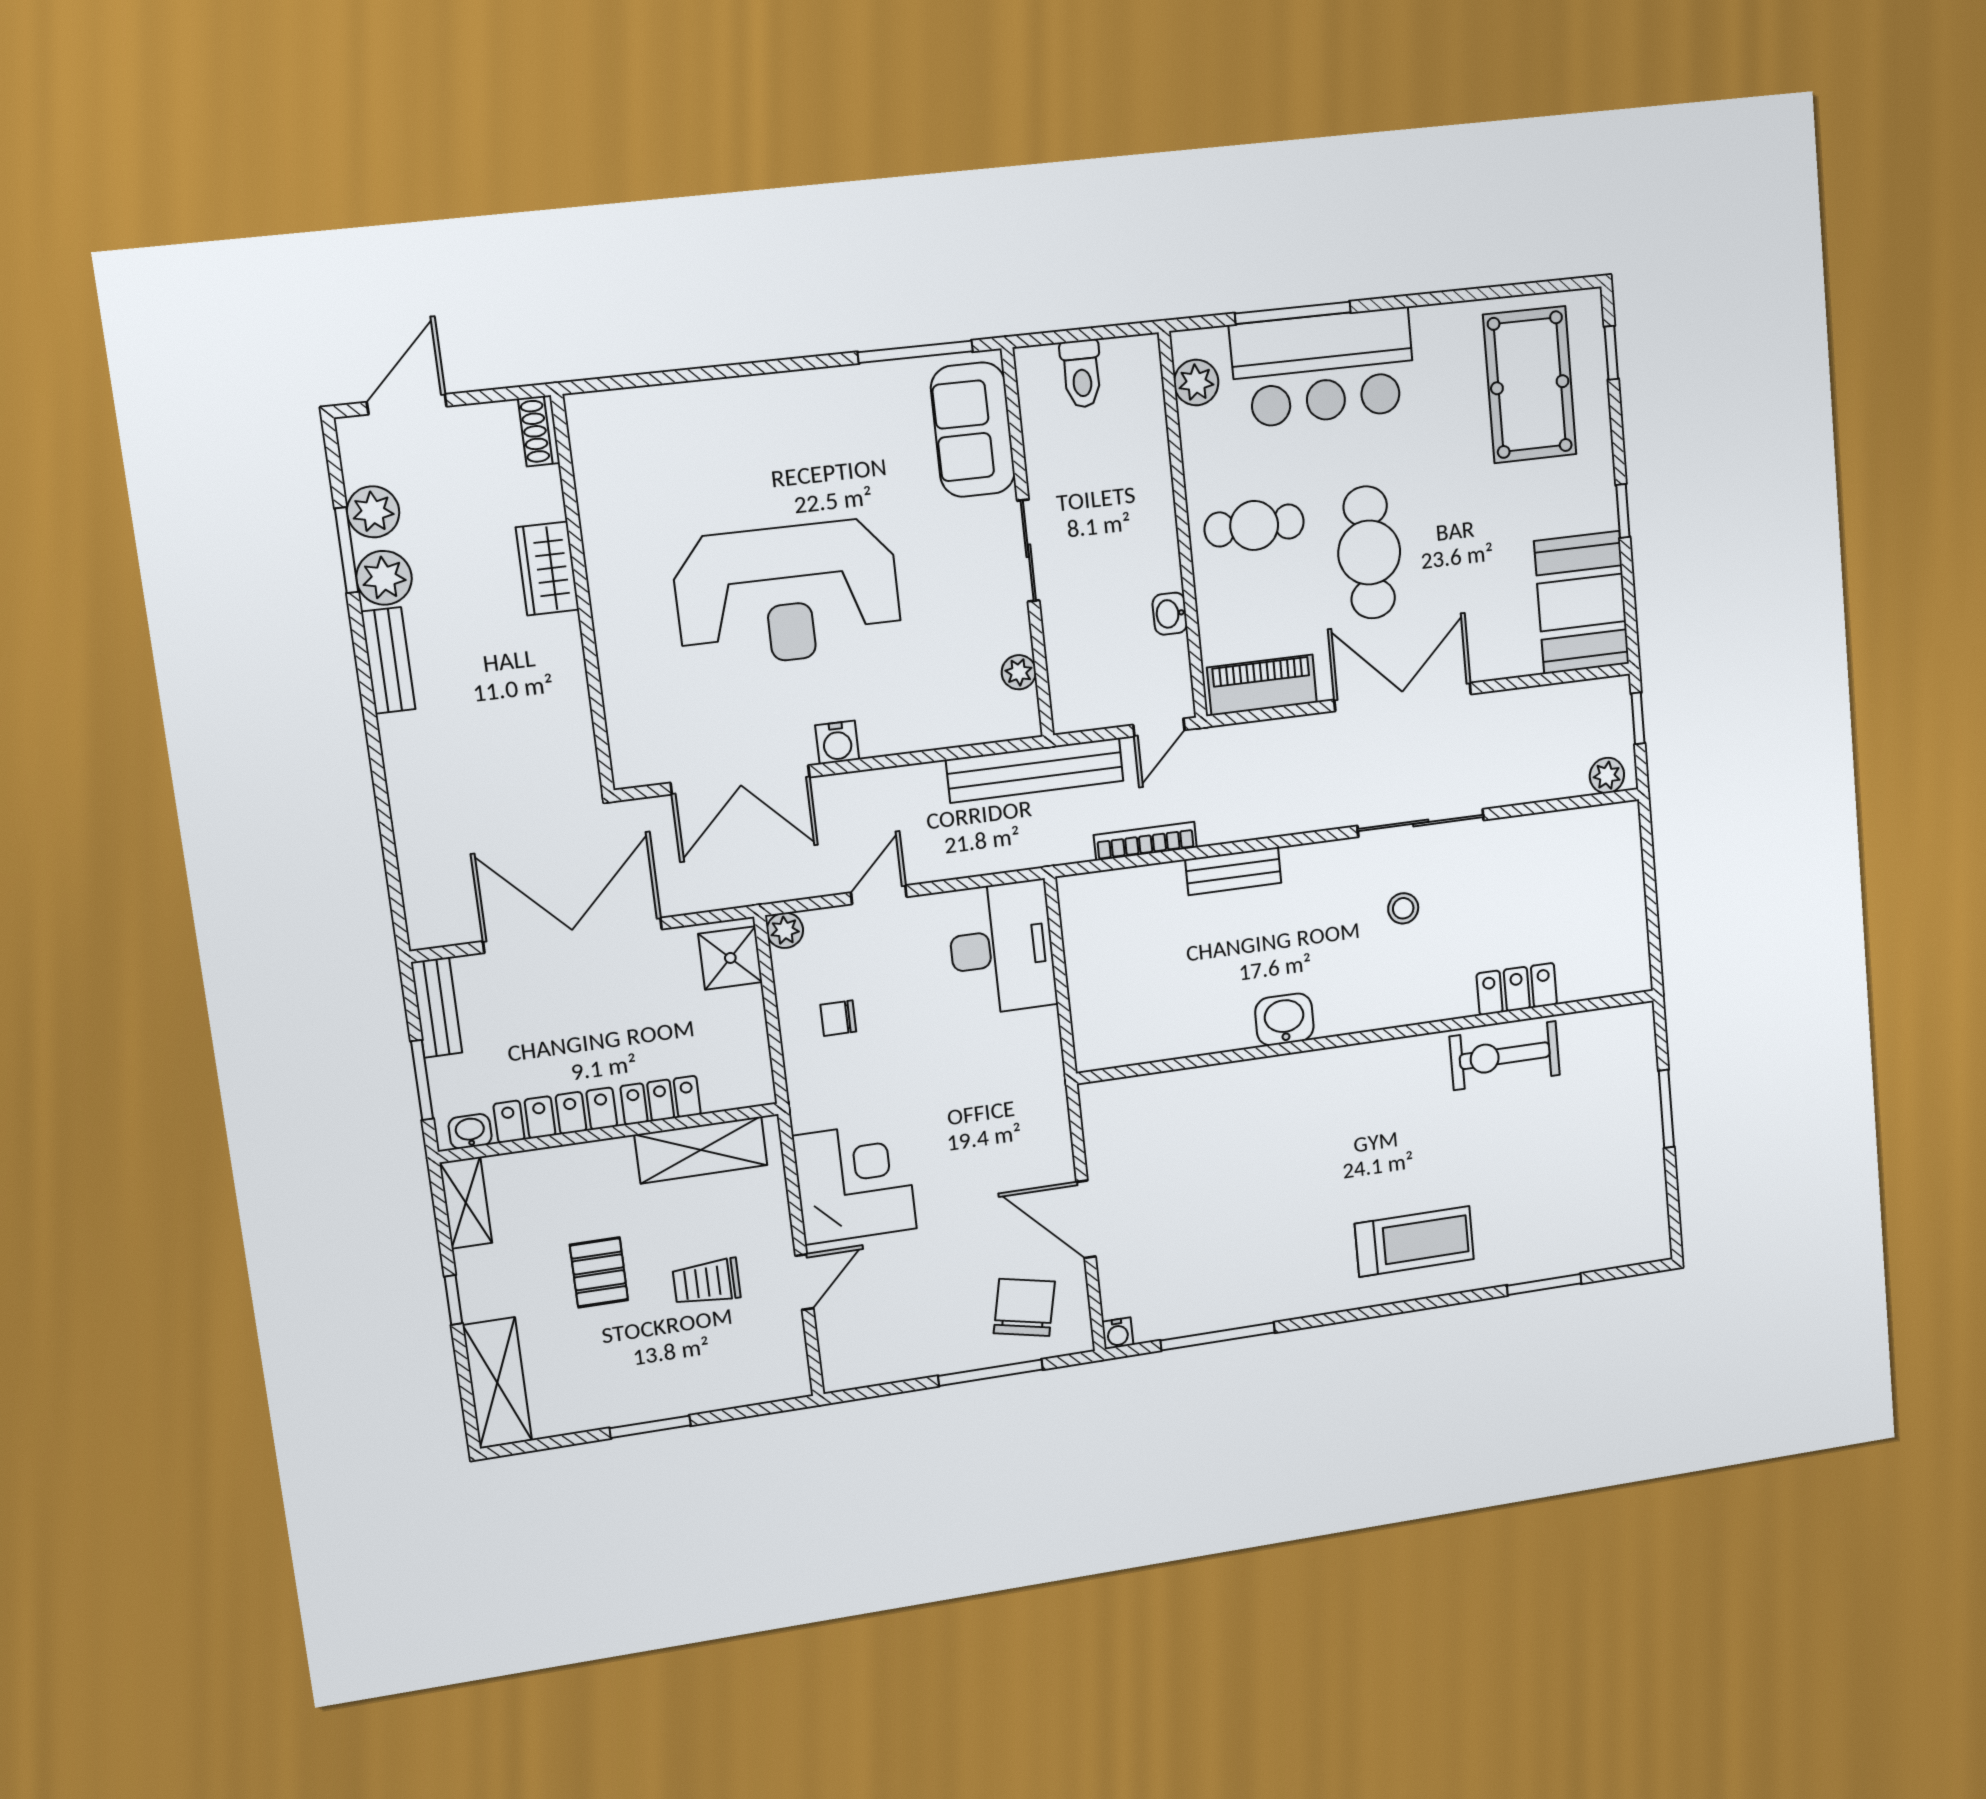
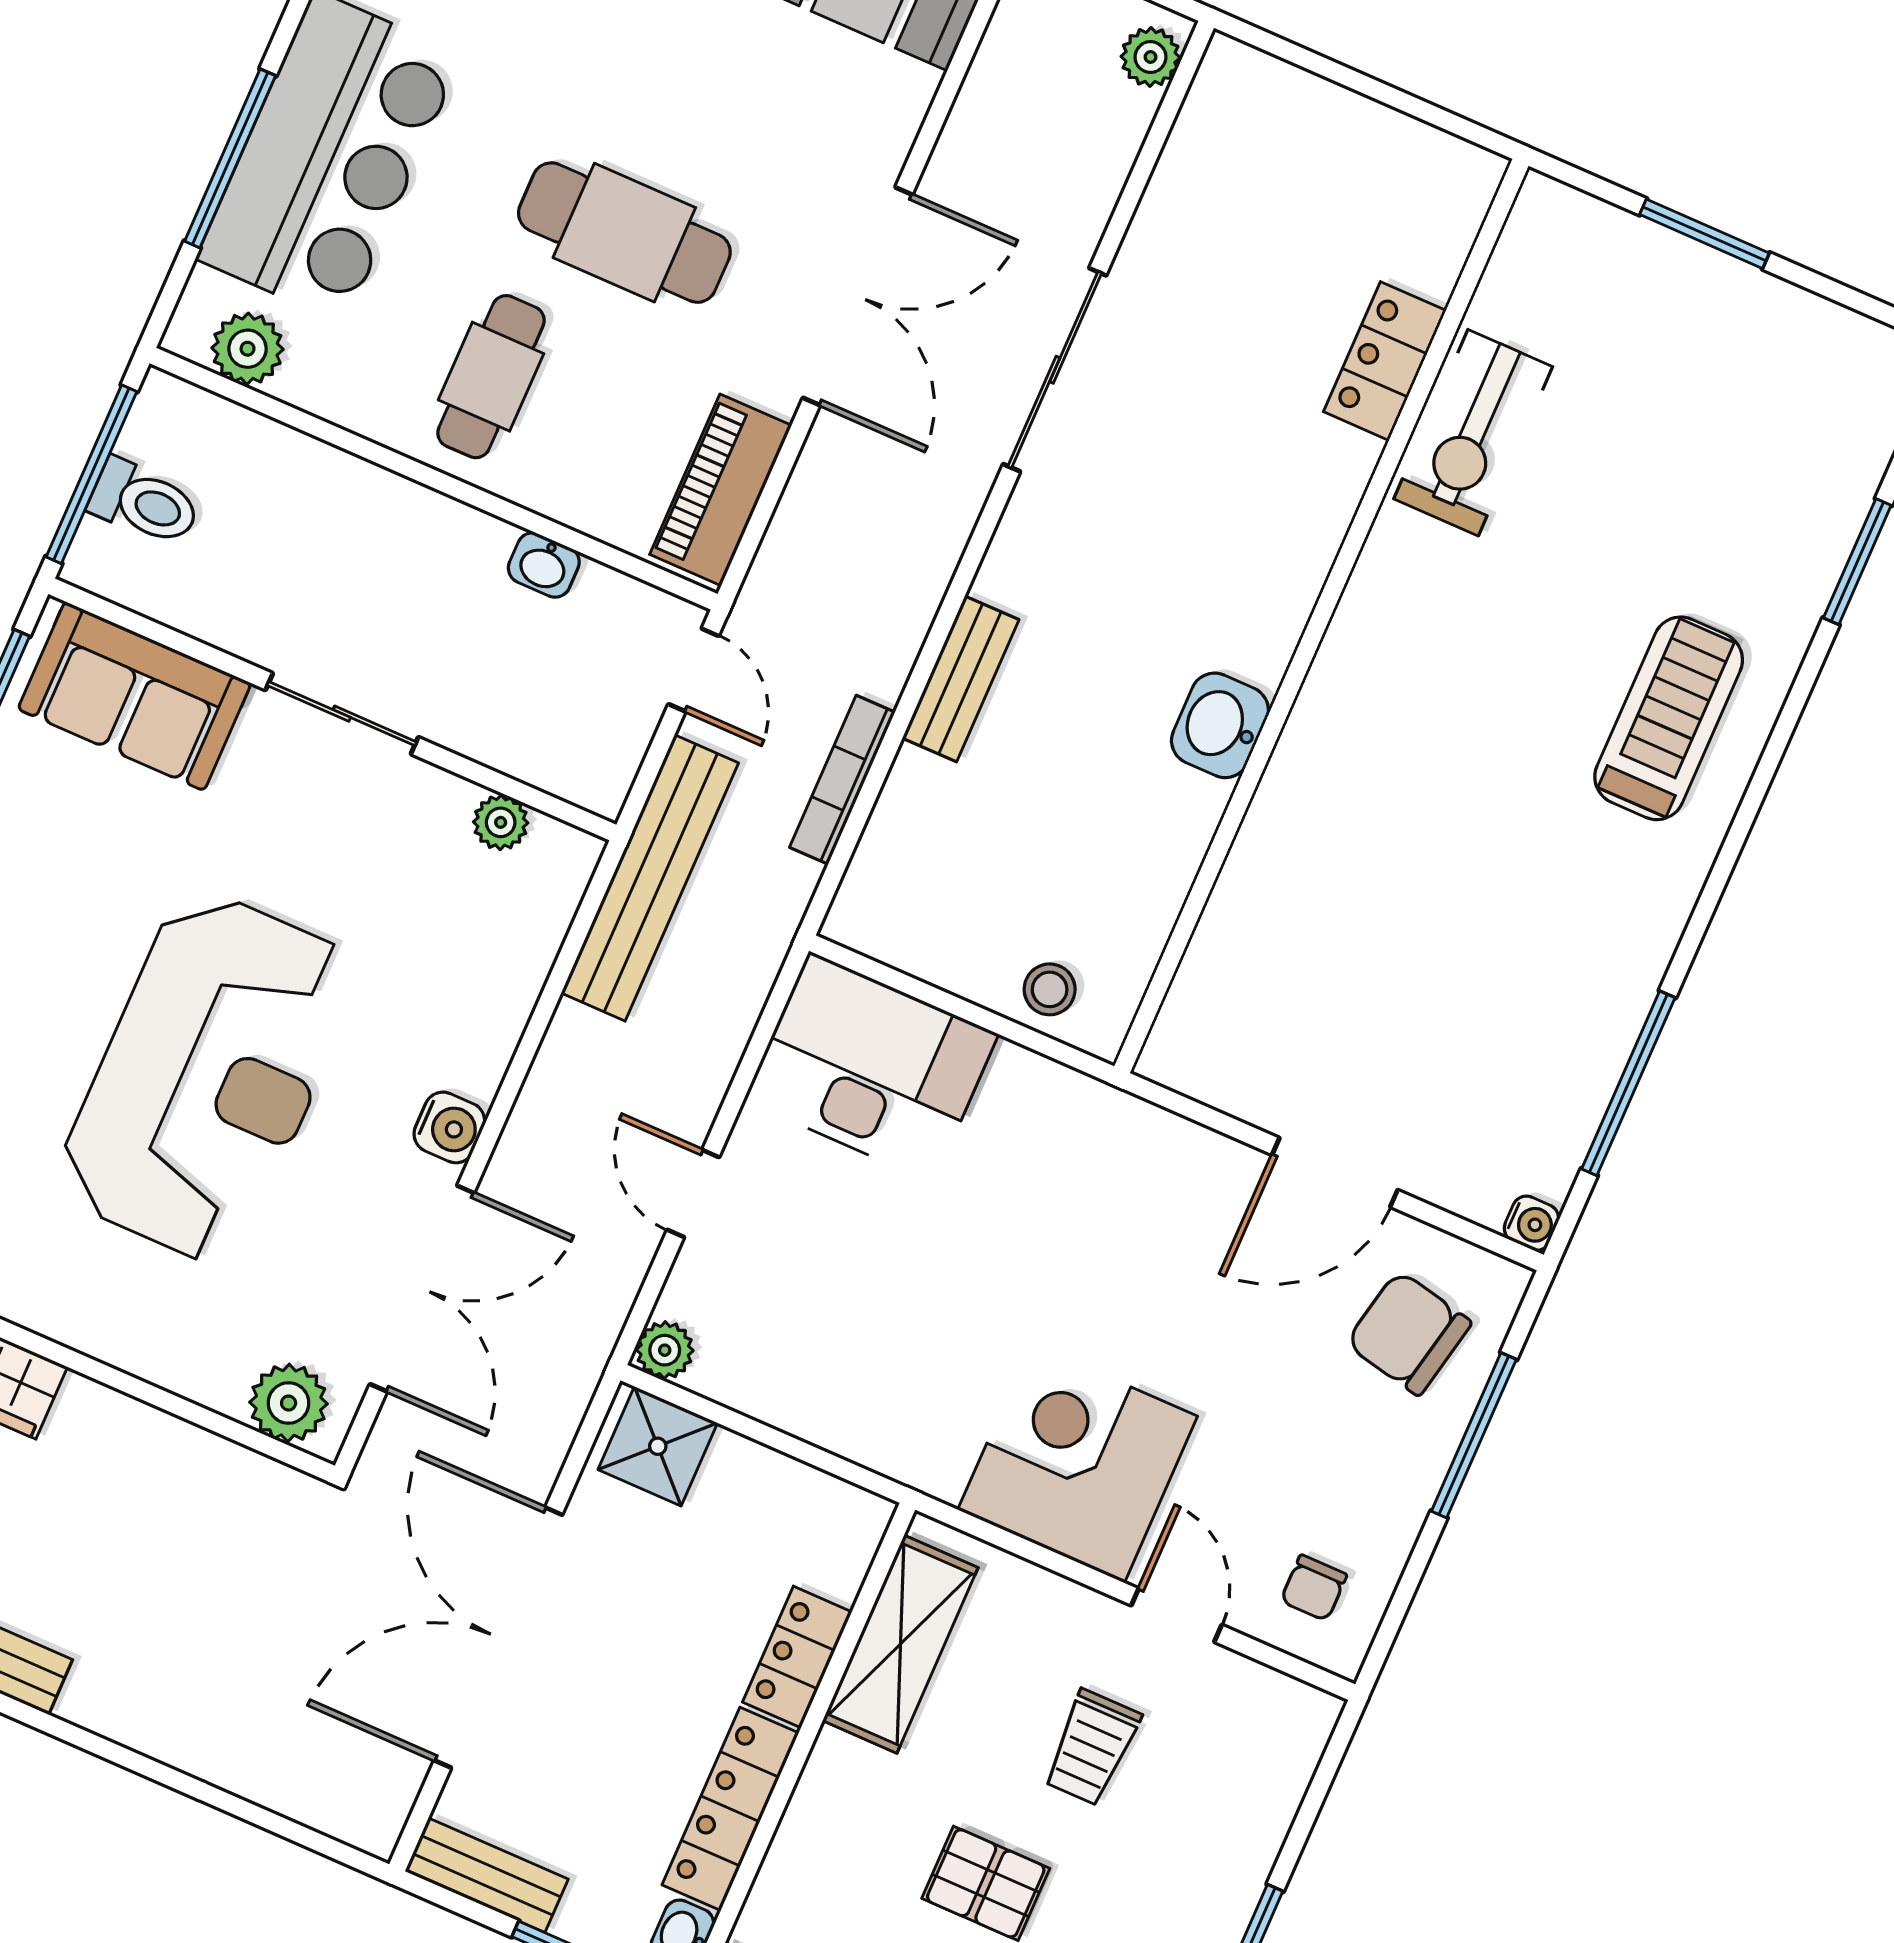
window: (1081, 335) -> (91, 474), added
double door: (1403, 697) -> (858, 296), swing flipped
plant: (633, 744) -> (289, 1403), added
stool: (1403, 908) -> (1050, 989), moved
chair: (838, 1018) -> (1314, 1588), moved

